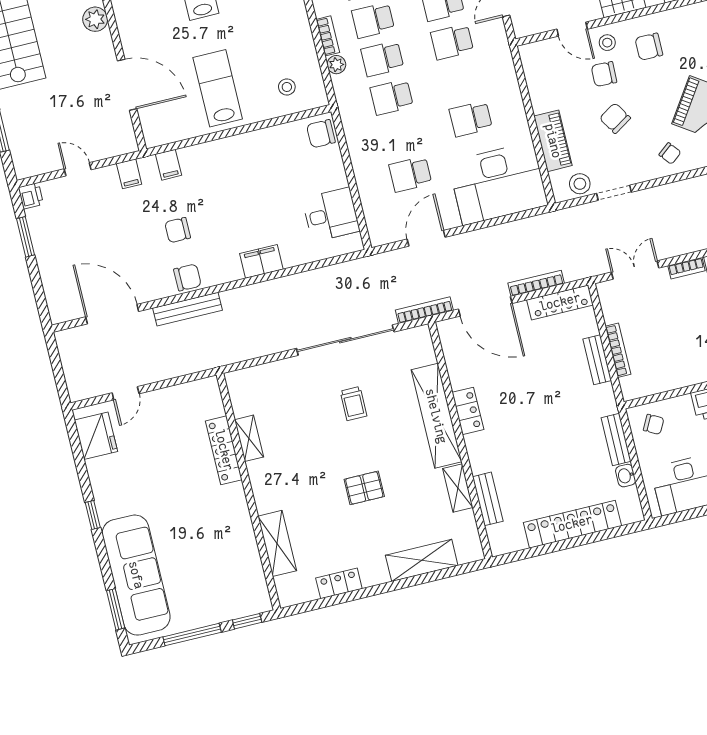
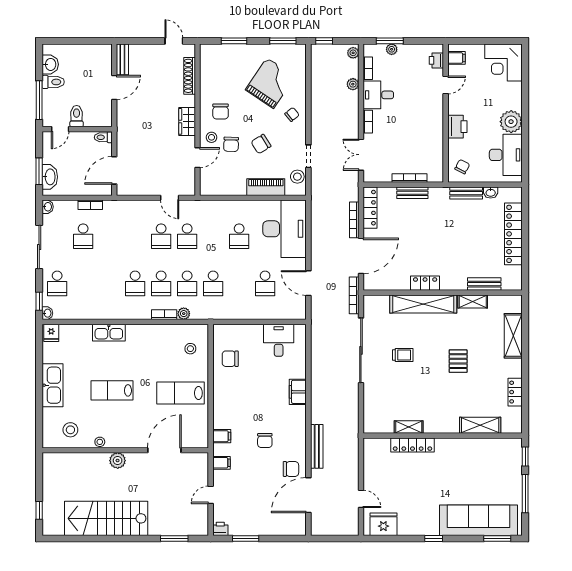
chair: (321, 134) -> (230, 359), moved, turned 90
chair: (187, 277) -> (291, 469), moved, turned 90

